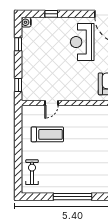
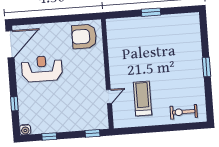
reception desk: (82, 42) -> (42, 69), turned 180
door: (51, 103) -> (109, 97), hinge flipped
window: (72, 197) -> (207, 67), width x0.47

